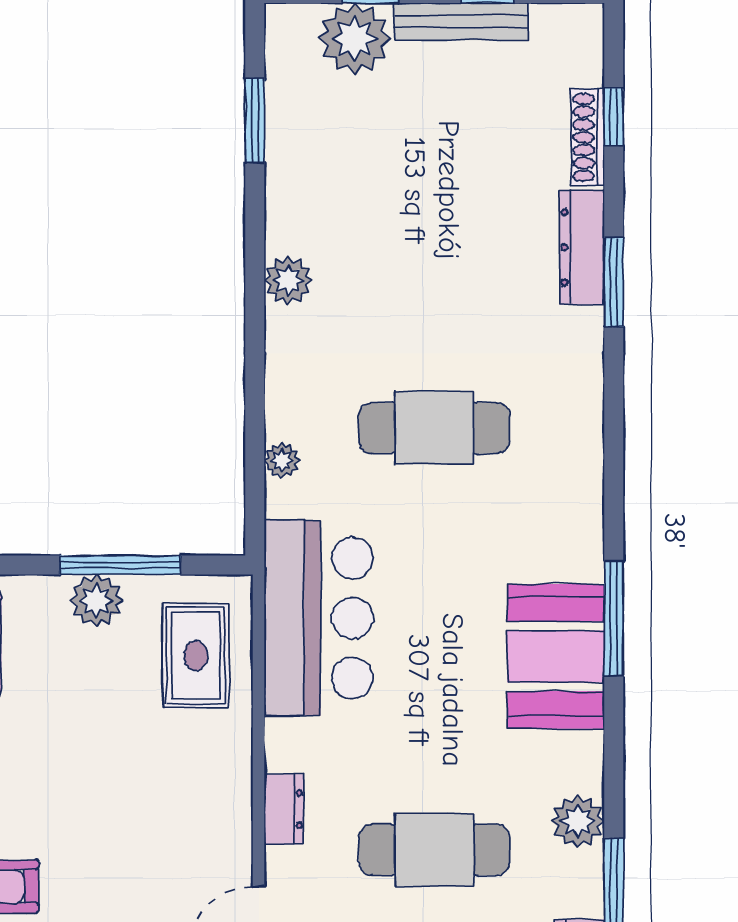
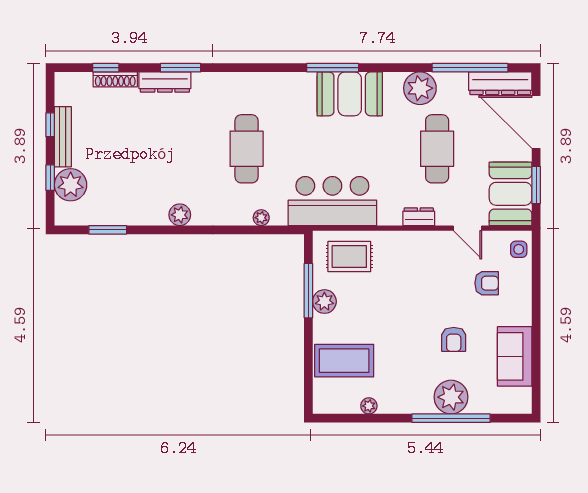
plant: (578, 821) -> (420, 88), width x1.36, depth x1.36

